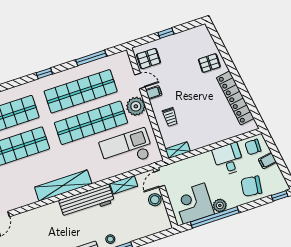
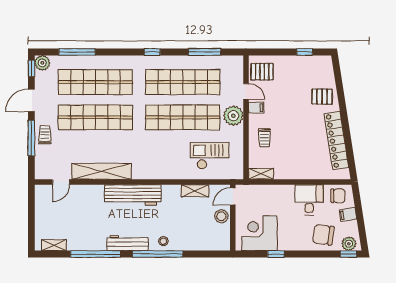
window: (166, 33) -> (305, 52), moved
chair: (253, 147) -> (338, 196), turned 180
checkout: (126, 149) -> (210, 156), width x0.73, depth x0.83
shelving: (63, 186) -> (102, 171), moved
workbench: (87, 201) -> (133, 195), moved
plant: (220, 205) -> (349, 244), moved
window: (215, 217) -> (276, 254), width x0.32

